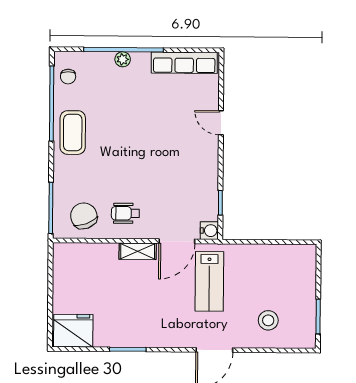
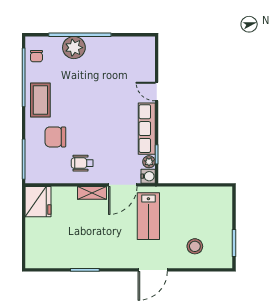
plant: (123, 59) -> (74, 48), width x1.88, depth x1.88
row of seats: (184, 63) -> (147, 129), moved, turned 90
plant: (210, 212) -> (149, 162), added
chair: (84, 216) -> (55, 137), moved, turned -69
fridge: (73, 331) -> (38, 202), moved, turned 90

